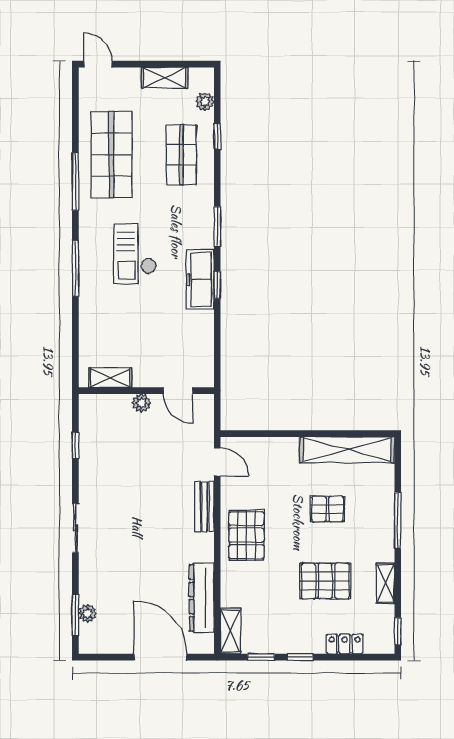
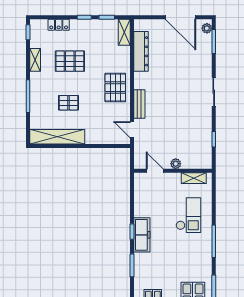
checkout: (135, 254) -> (188, 215), moved
plant: (88, 613) -> (207, 28), moved
door: (160, 657) -> (180, 17), moved

